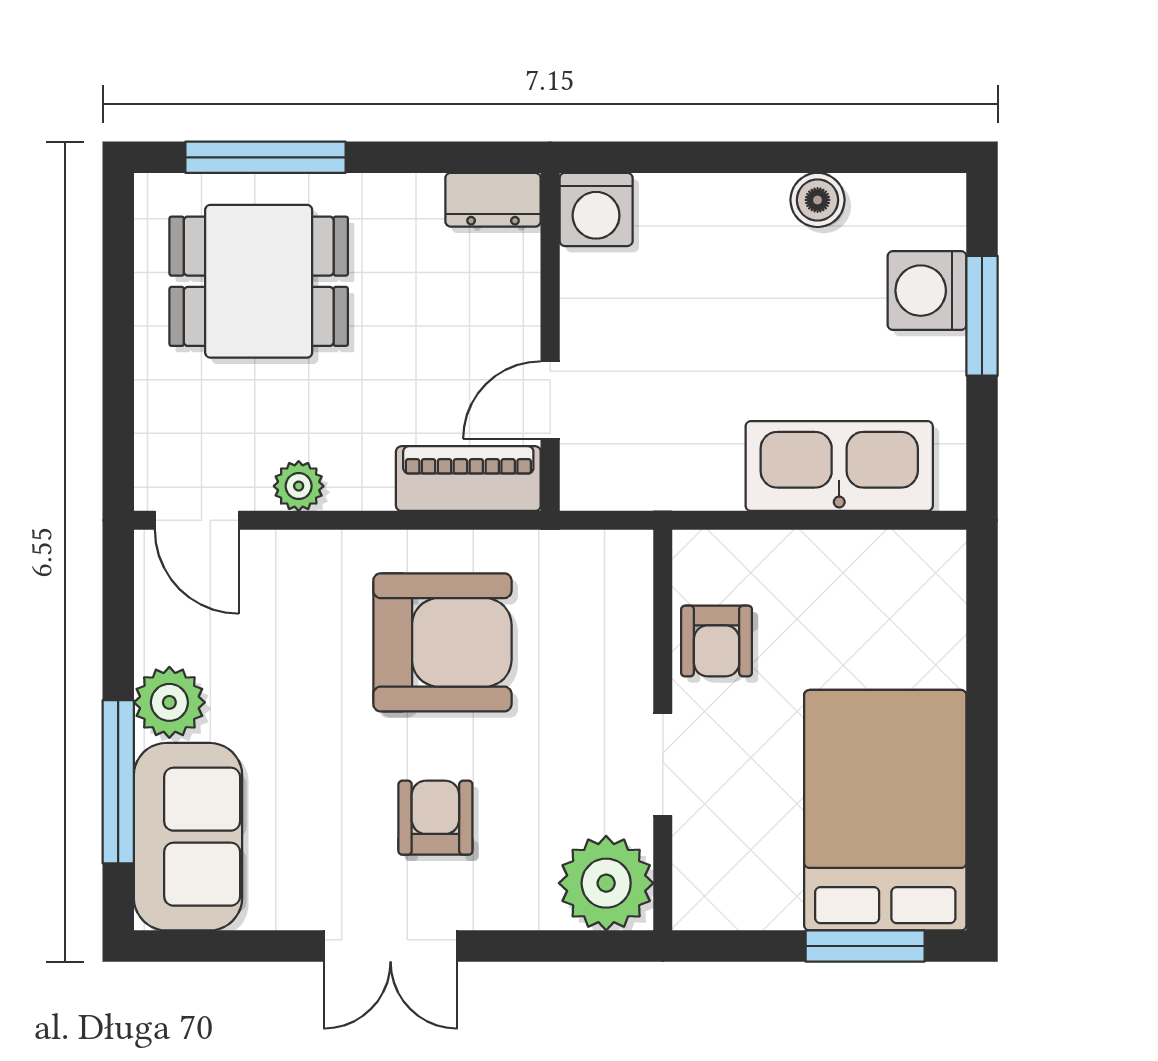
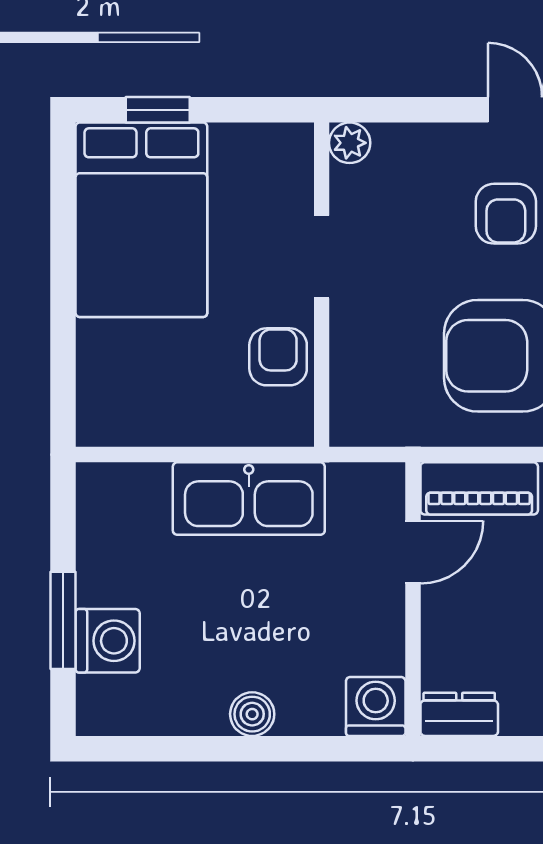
boiler: (818, 200) -> (252, 714), moved
kitchen sink: (839, 466) -> (249, 499), moved
plant: (606, 883) -> (350, 143), width x0.53, depth x0.53
window: (865, 946) -> (158, 110), width x0.67

